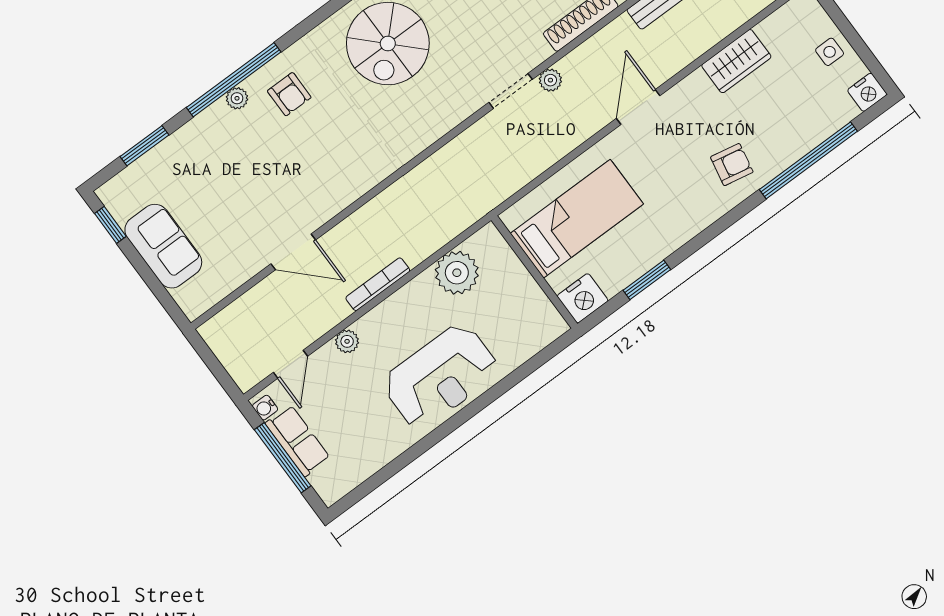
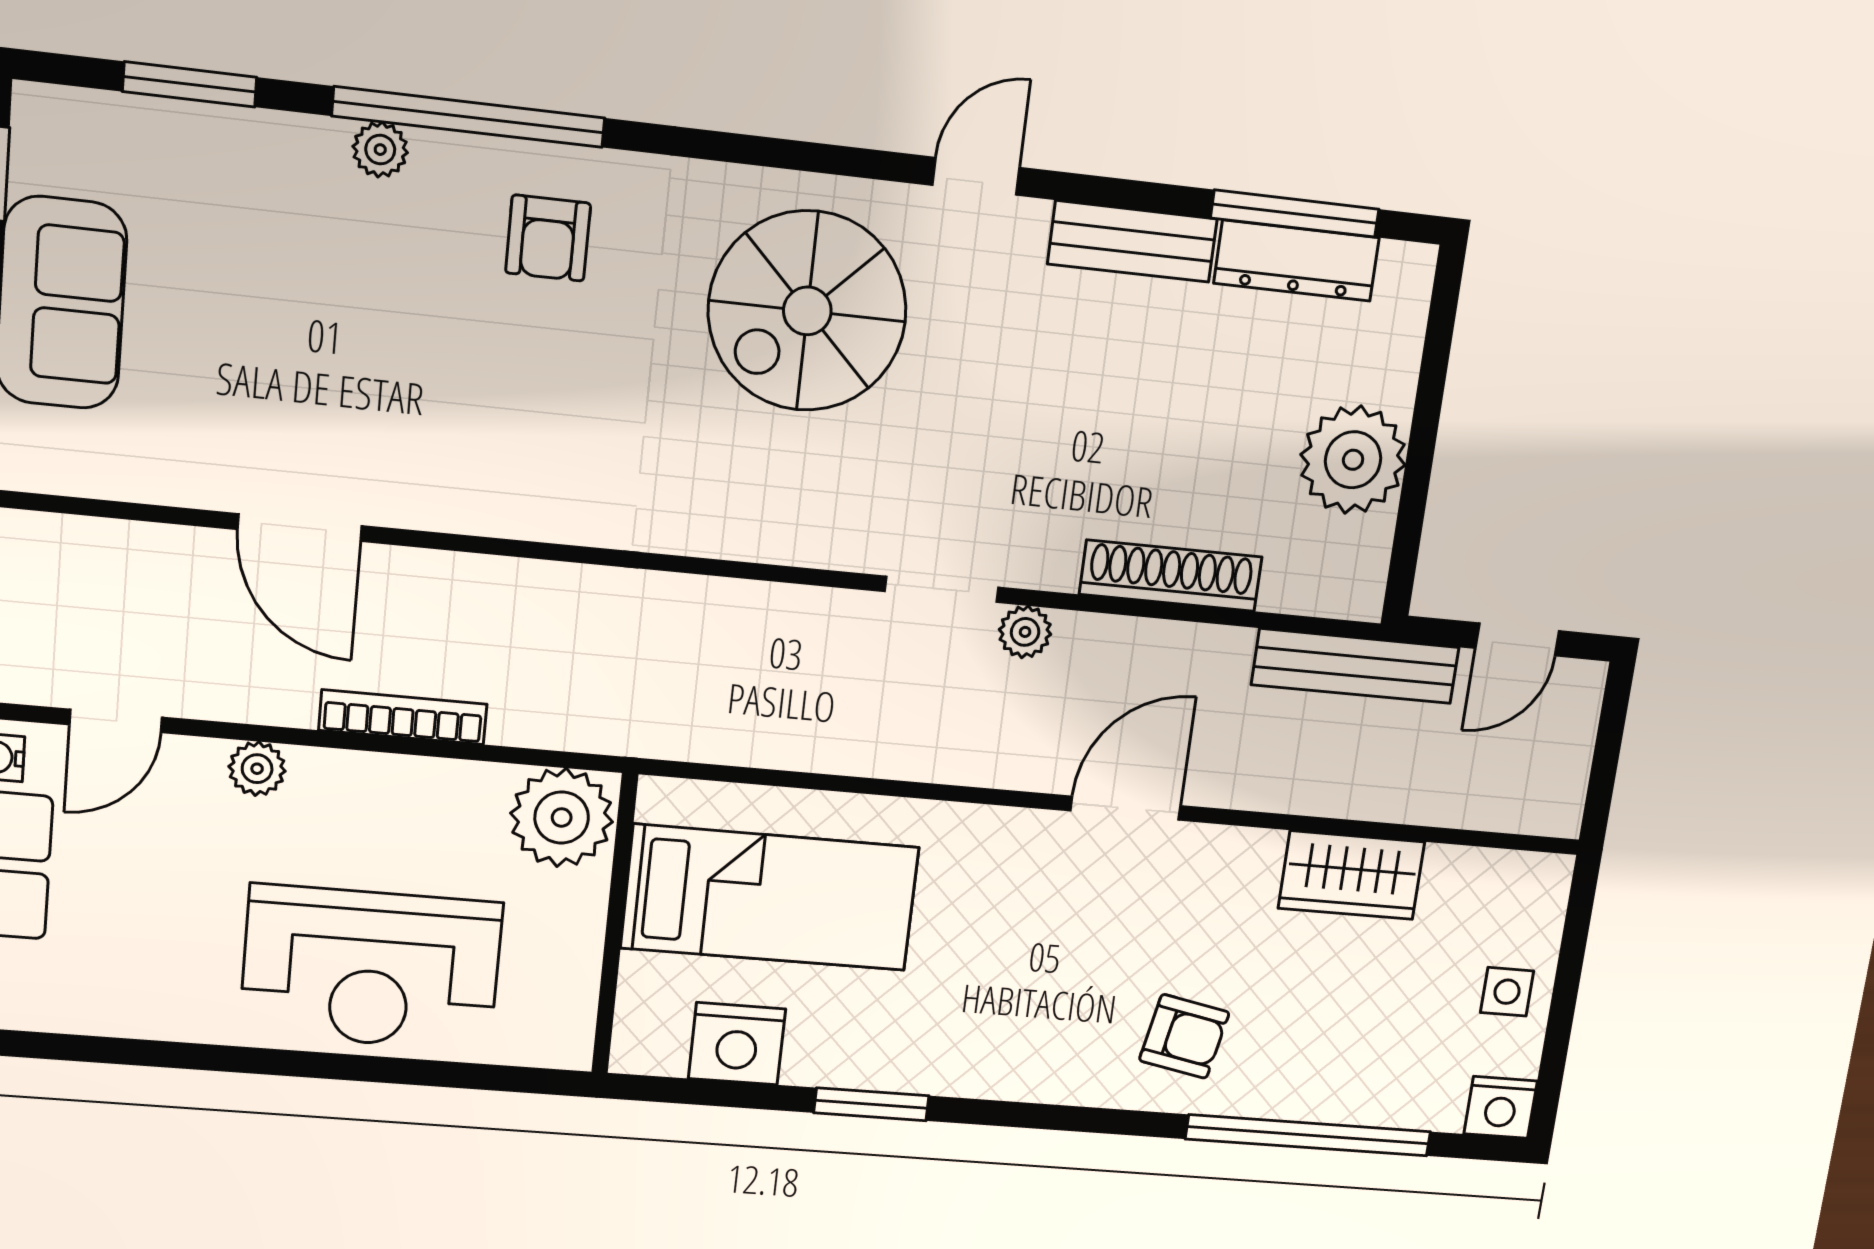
plant: (237, 98) -> (380, 150), moved
bed: (577, 219) -> (770, 898), moved
wall: (534, 272) -> (615, 924), moved

